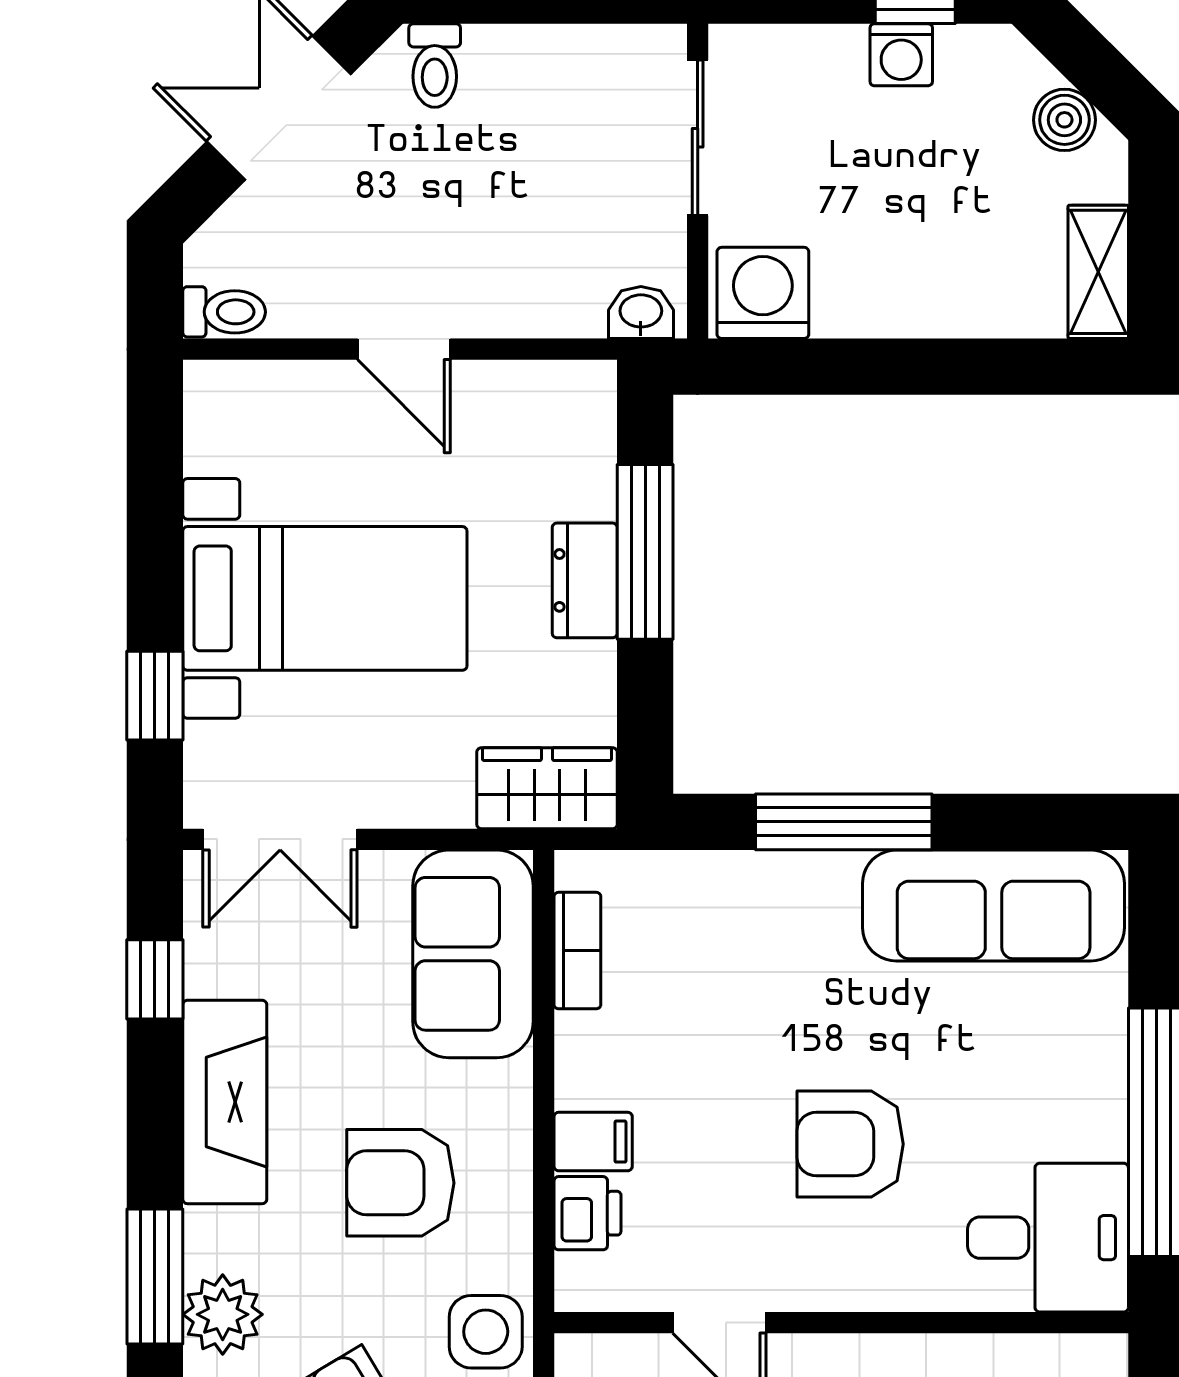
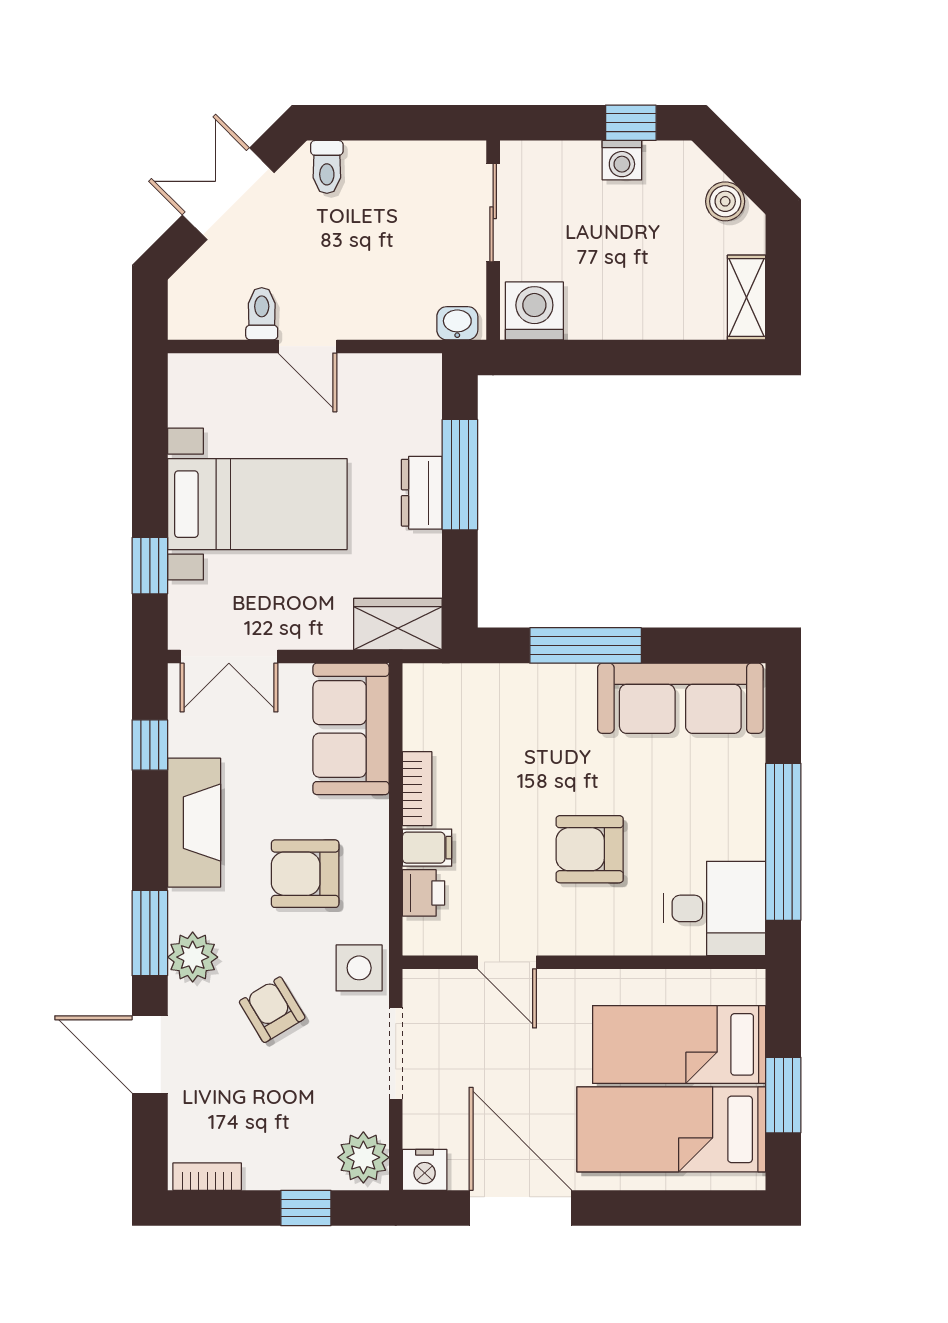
toilet: (224, 312) -> (262, 314), moved, turned -90
bookcase: (577, 951) -> (417, 789), moved

